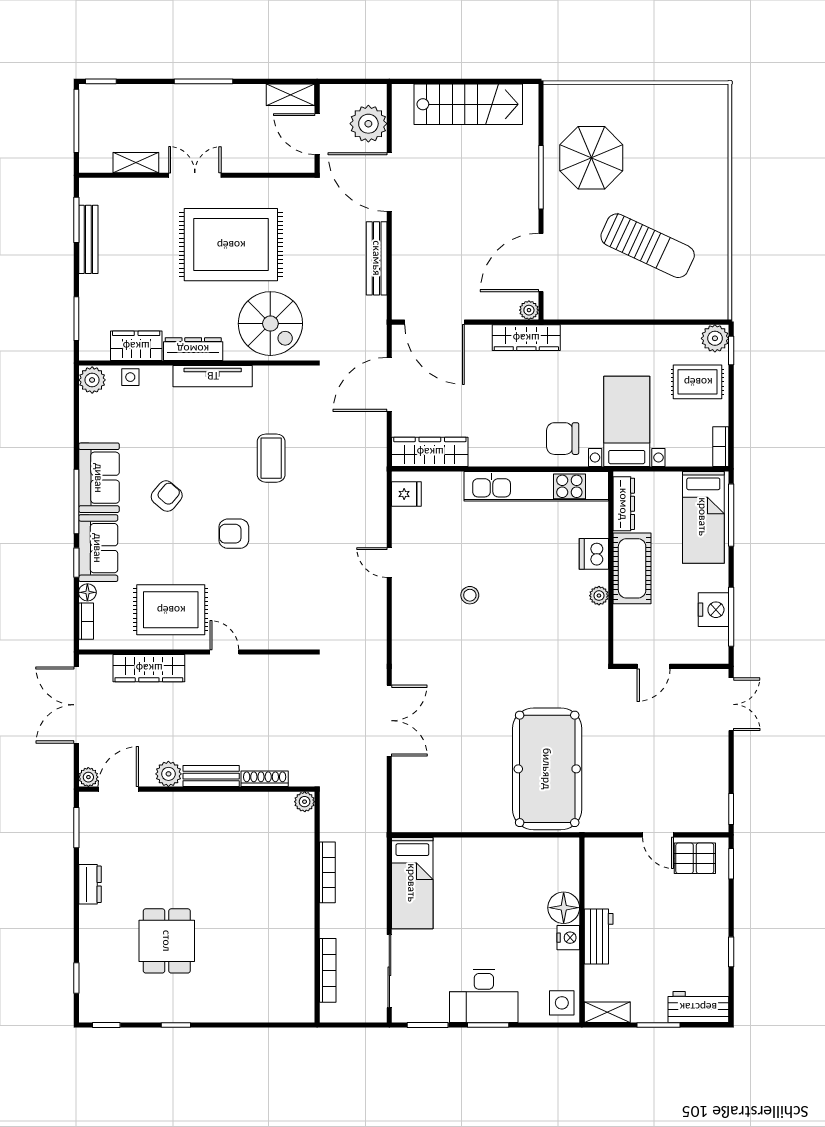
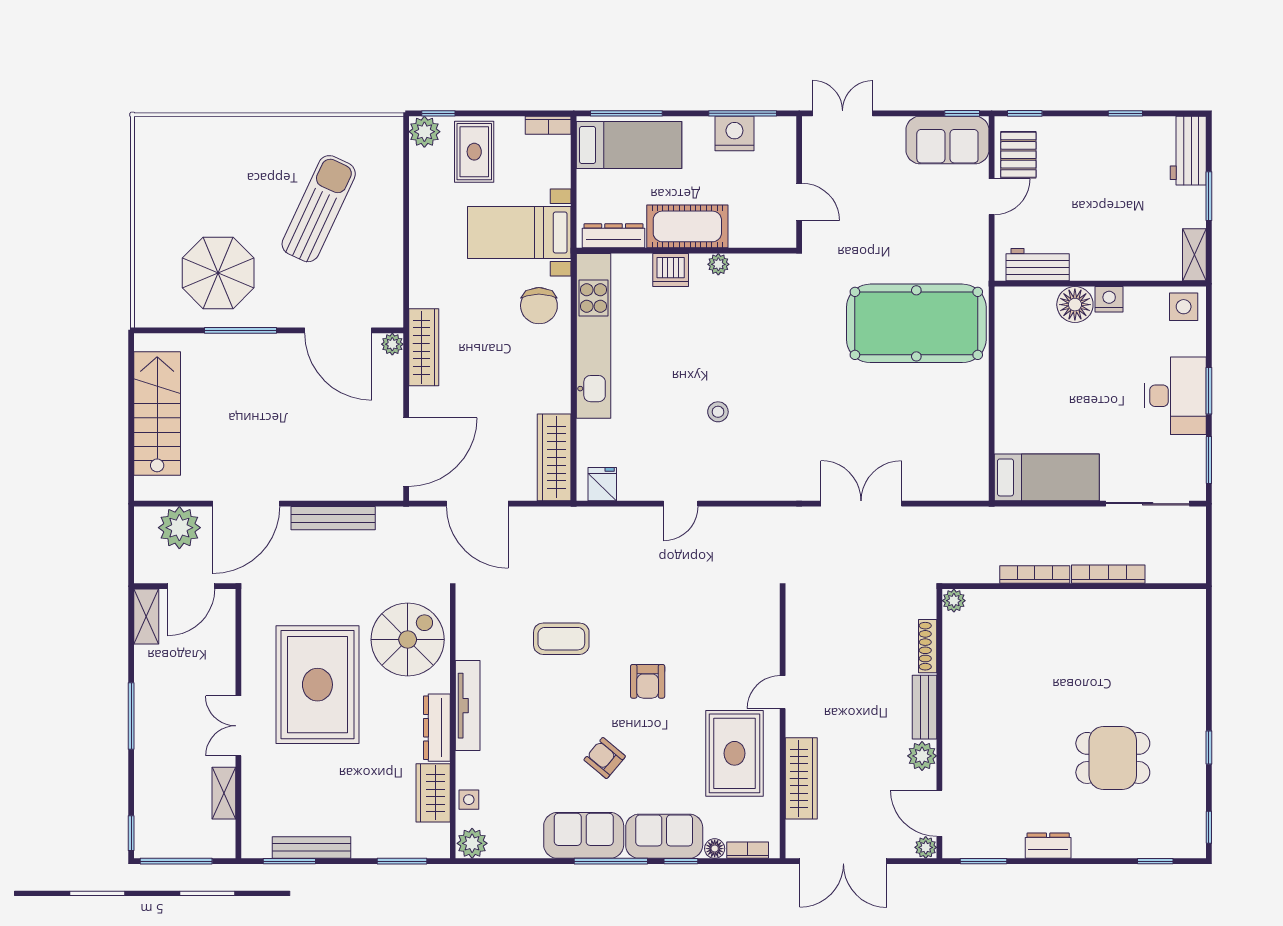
sofa: (708, 796) -> (947, 140), added
workbench: (599, 936) -> (1038, 265), moved
bookcase: (328, 970) -> (1108, 574), moved

